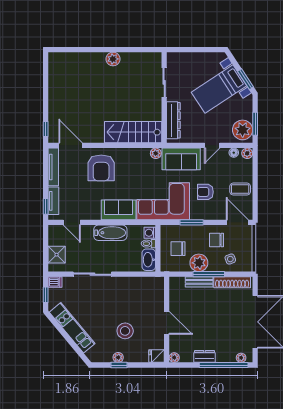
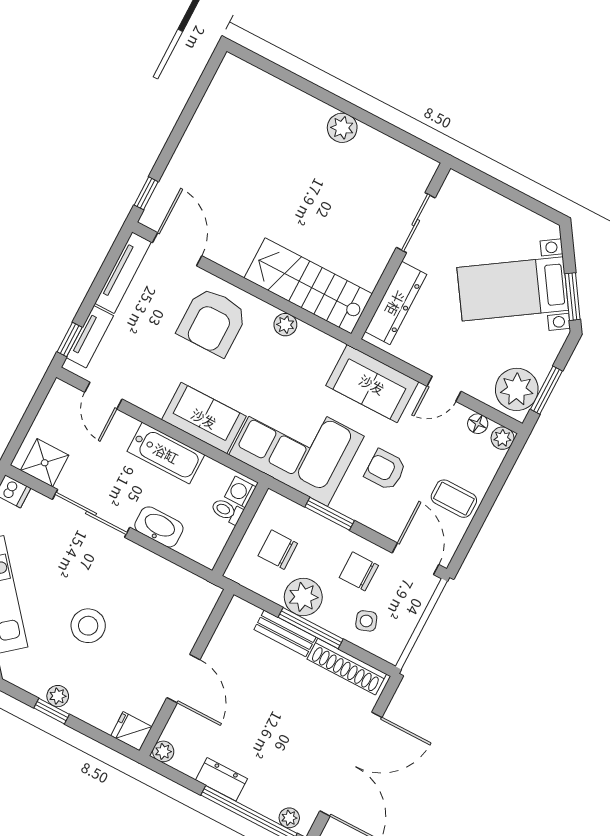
plant: (156, 153) -> (285, 325), moved
shower: (57, 255) -> (45, 463), moved
washbasin: (149, 260) -> (159, 527), moved, turned 90
stool: (125, 331) -> (88, 626), moved

